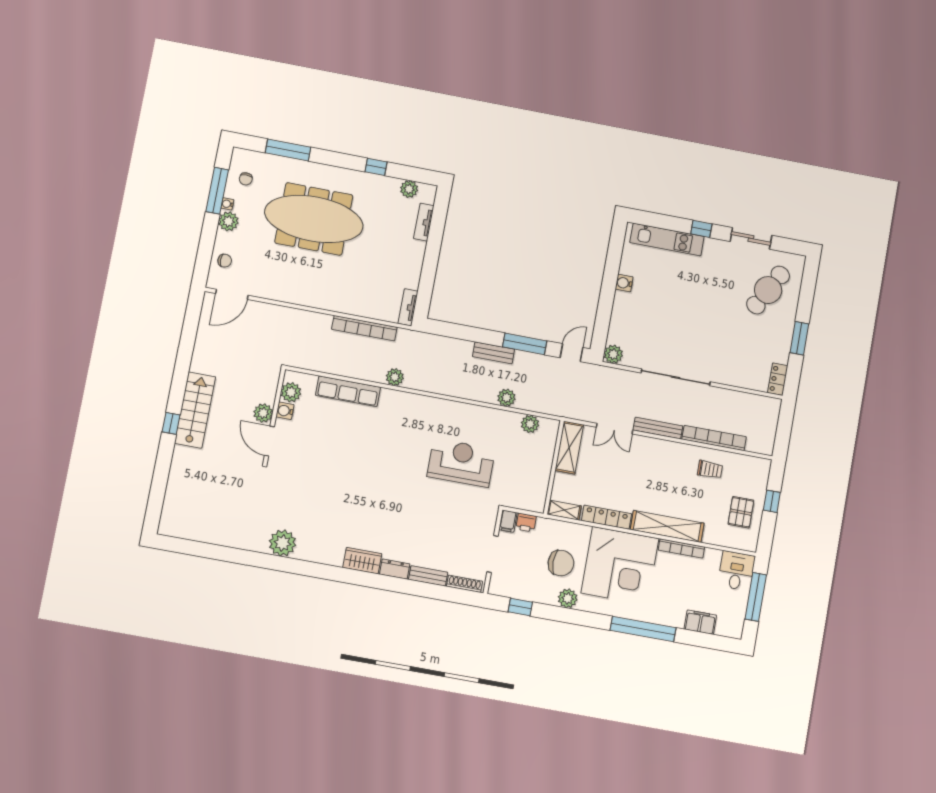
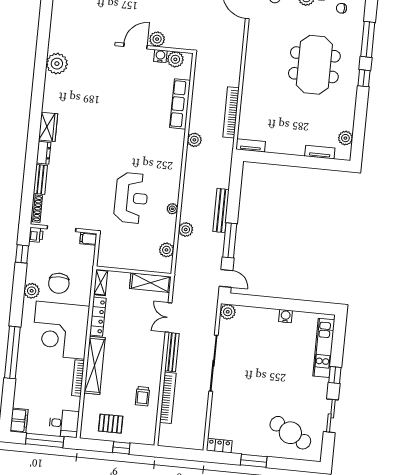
window: (376, 167) -> (364, 78), moved
meeting table: (314, 219) -> (314, 65), width x0.73
bench: (494, 353) -> (221, 210), width x1.36
plant: (479, 412) -> (172, 209), added
printer: (526, 523) -> (36, 235), moved, turned 180
filing cabinet: (700, 622) -> (19, 420), moved

